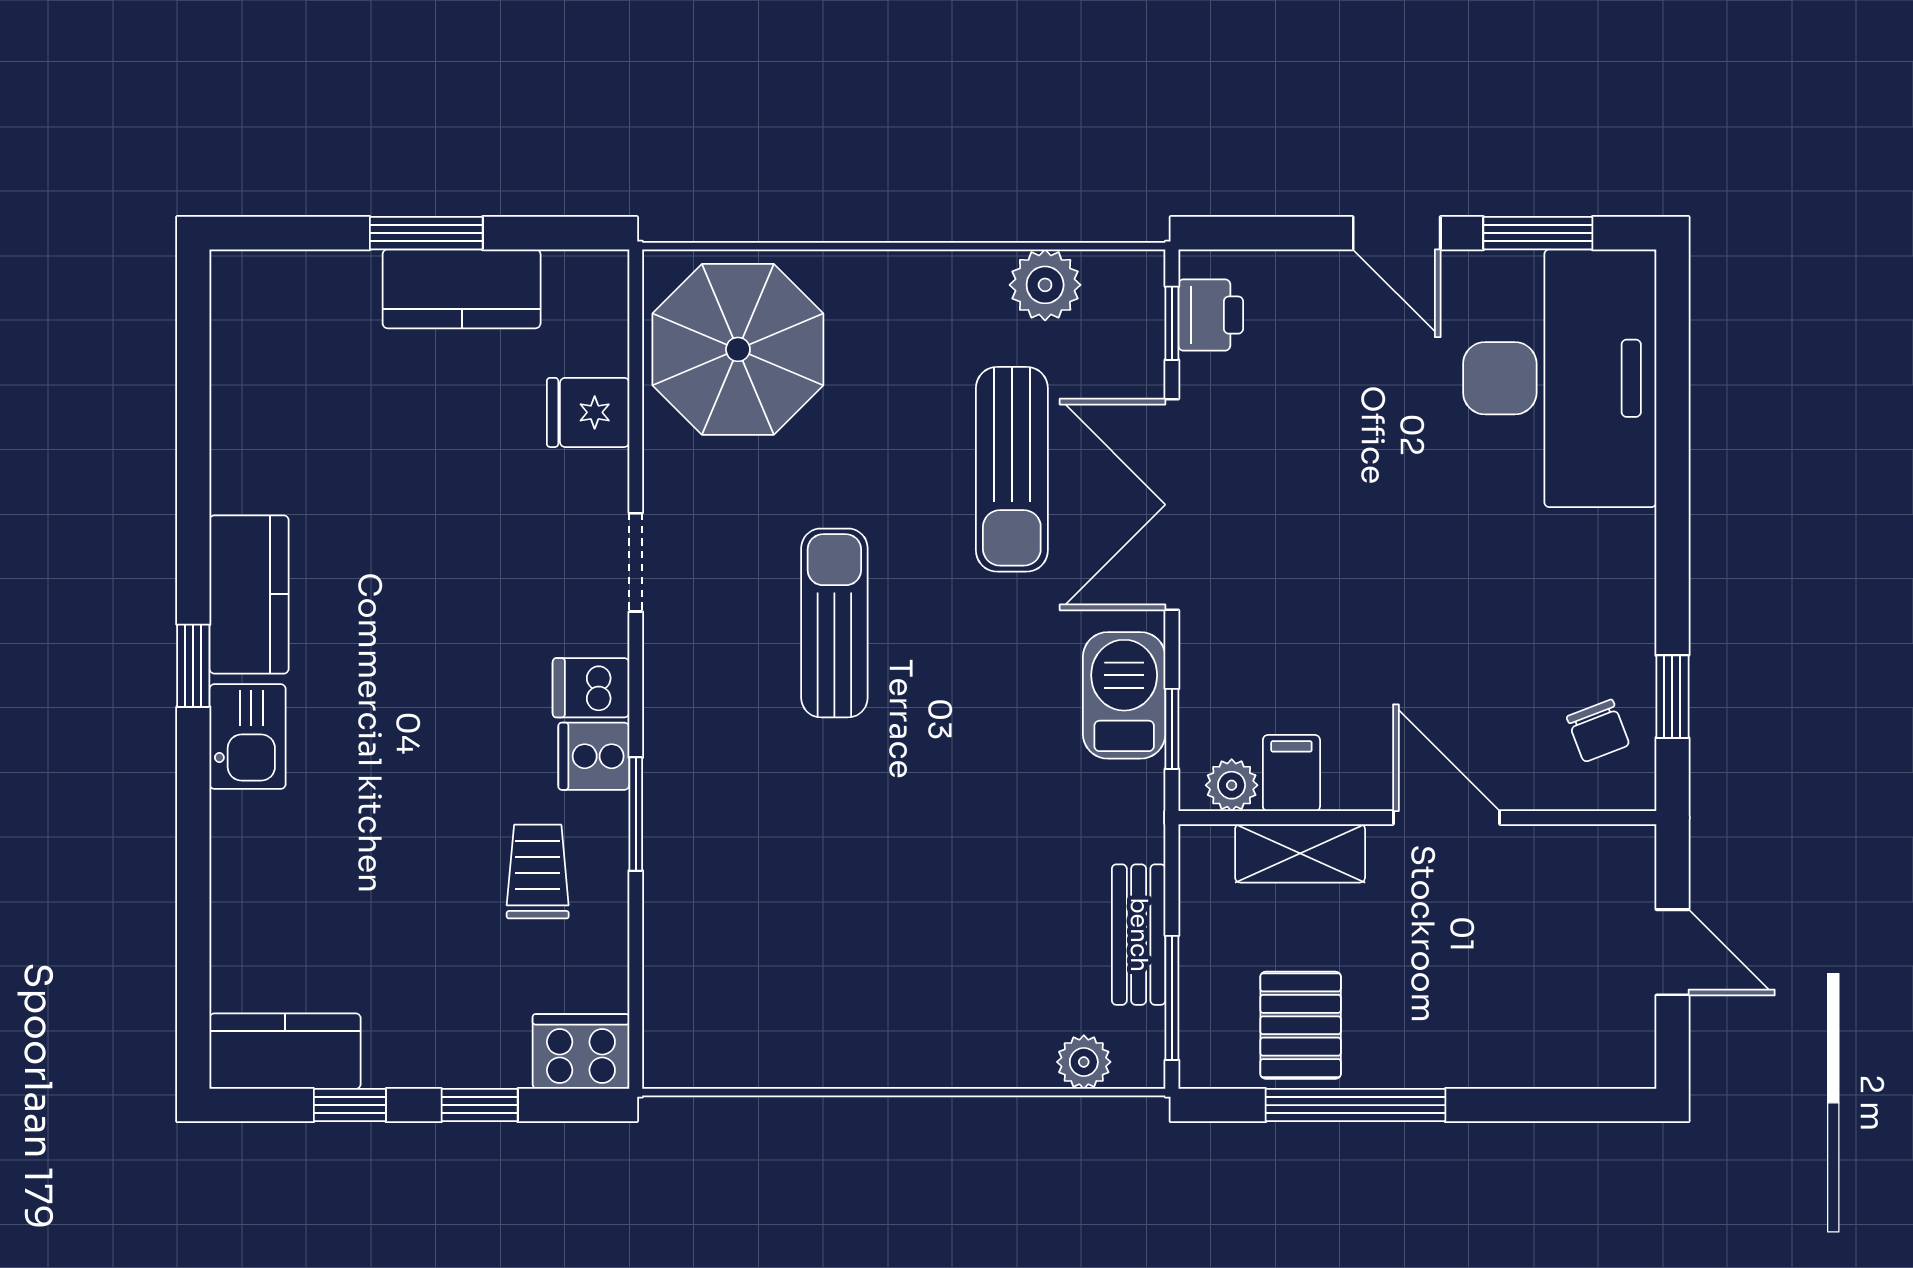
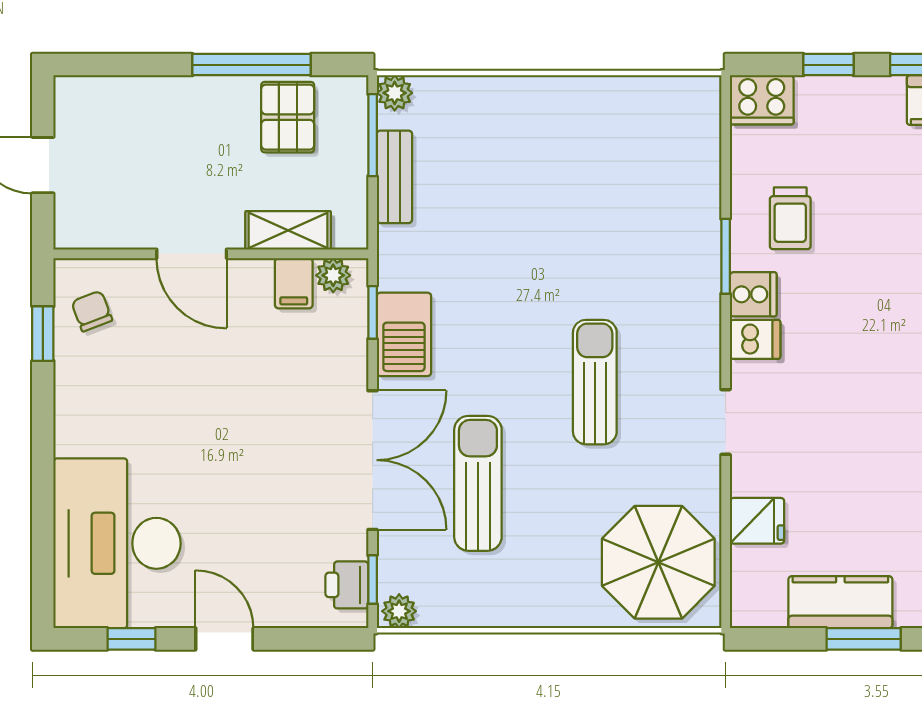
window: (1538, 233) -> (131, 639), width x0.67
plant: (1045, 285) -> (399, 611), moved, width x0.73, depth x0.73
sun lounger: (834, 623) -> (595, 382), turned 180
plant: (1084, 1062) -> (395, 93), moved

